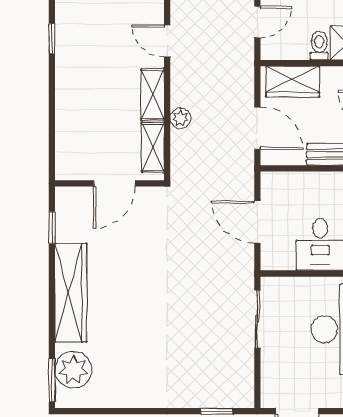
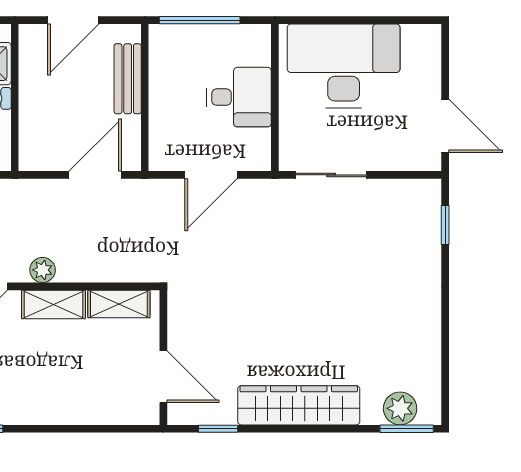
wardrobe: (293, 82) -> (38, 131), removed
plant: (180, 118) -> (43, 270), moved
door: (114, 183) -> (163, 377), moved
plant: (73, 370) -> (400, 408), width x0.73, depth x0.73

